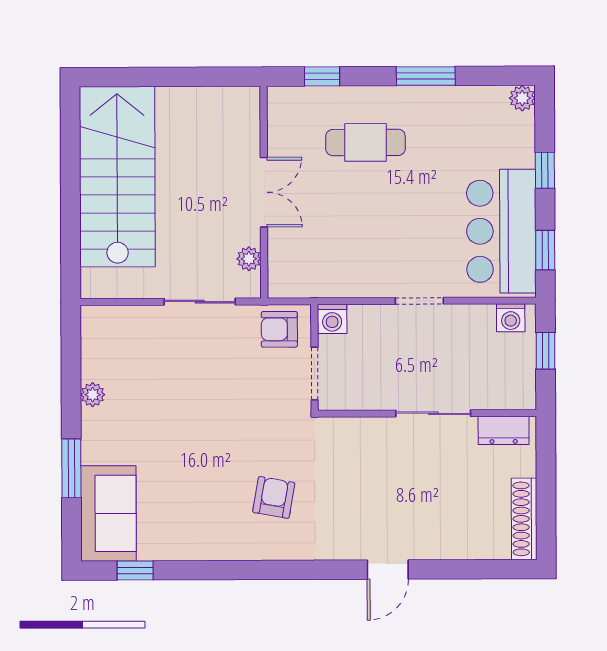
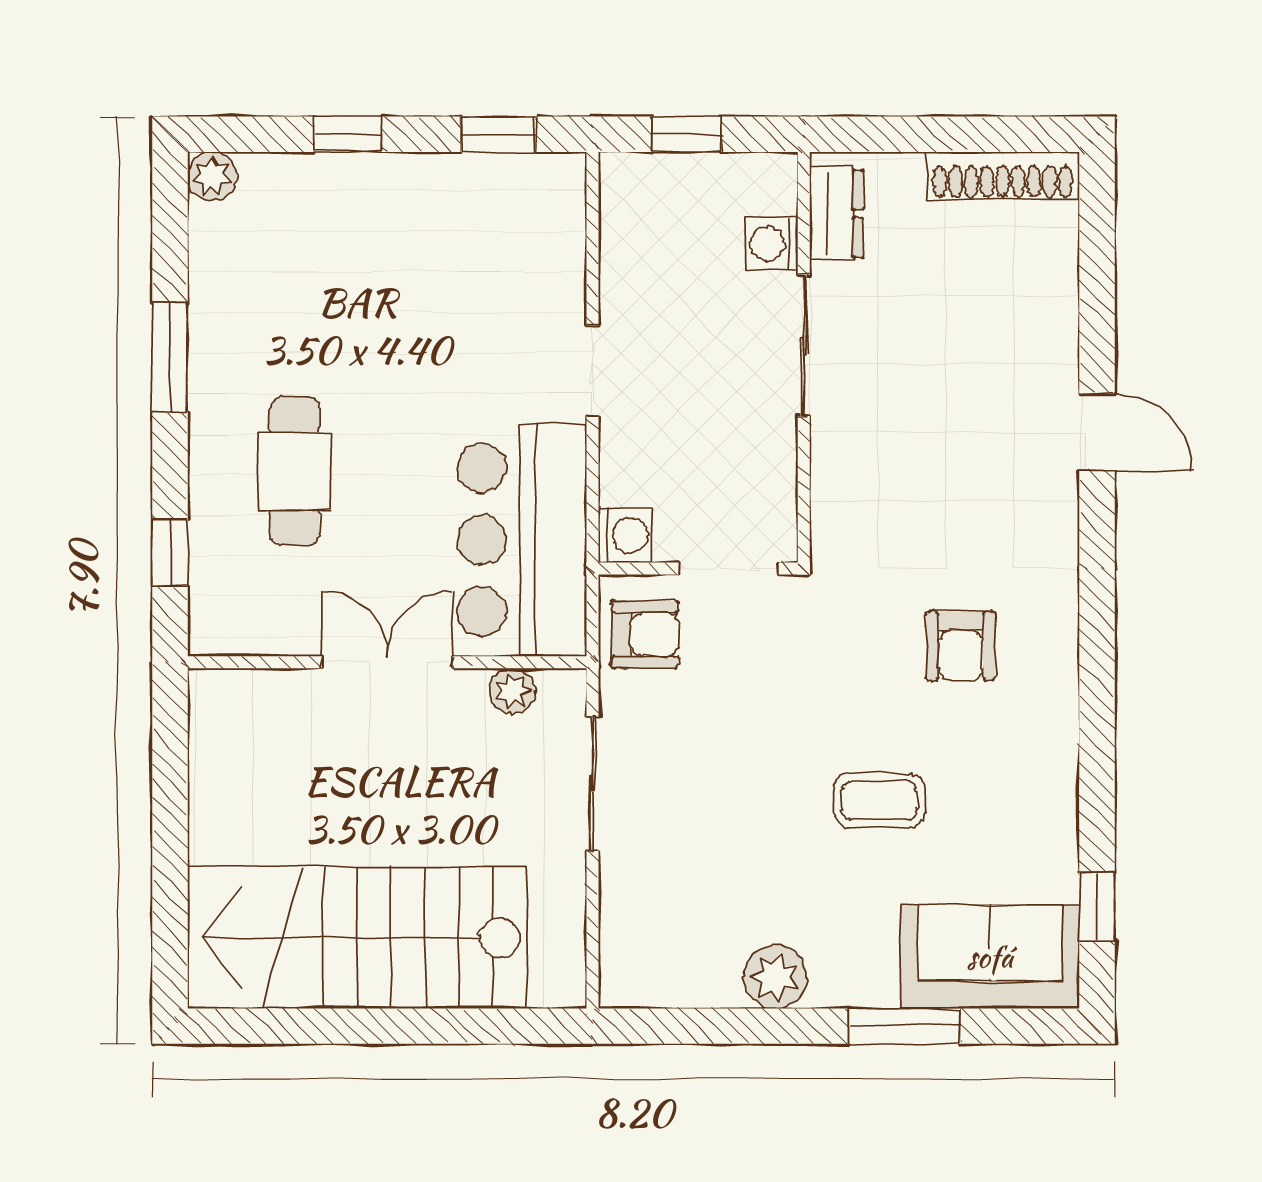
bar counter: (501, 231) -> (522, 540), moved, turned 90
washing machine: (511, 318) -> (771, 244), moved, turned 180
armchair: (279, 329) -> (645, 634), turned -90
plant: (93, 395) -> (775, 977), width x1.38, depth x1.38
coffee table: (191, 454) -> (879, 800), added
armchair: (274, 497) -> (961, 646), turned -100

